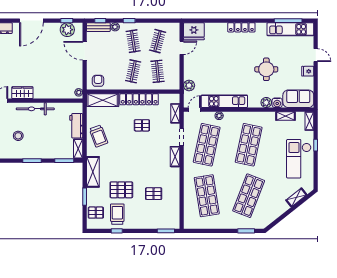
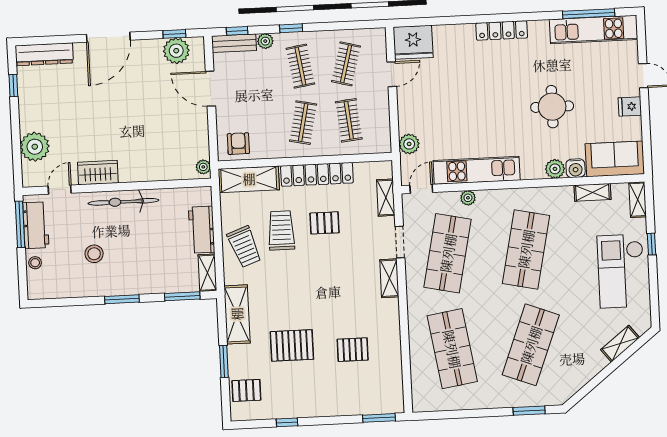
trolley: (117, 214) -> (281, 230), moved

